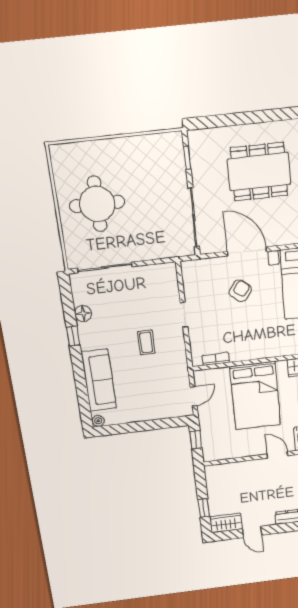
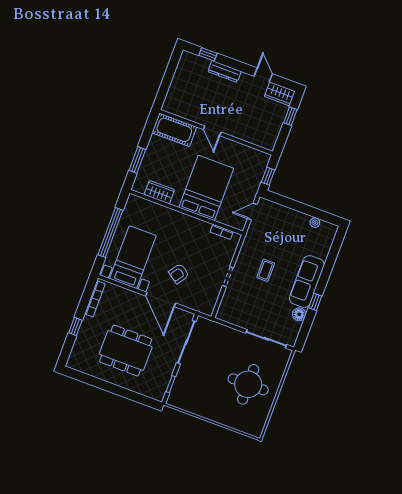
sofa: (99, 380) -> (307, 282), moved
plant: (98, 421) -> (315, 223), moved

